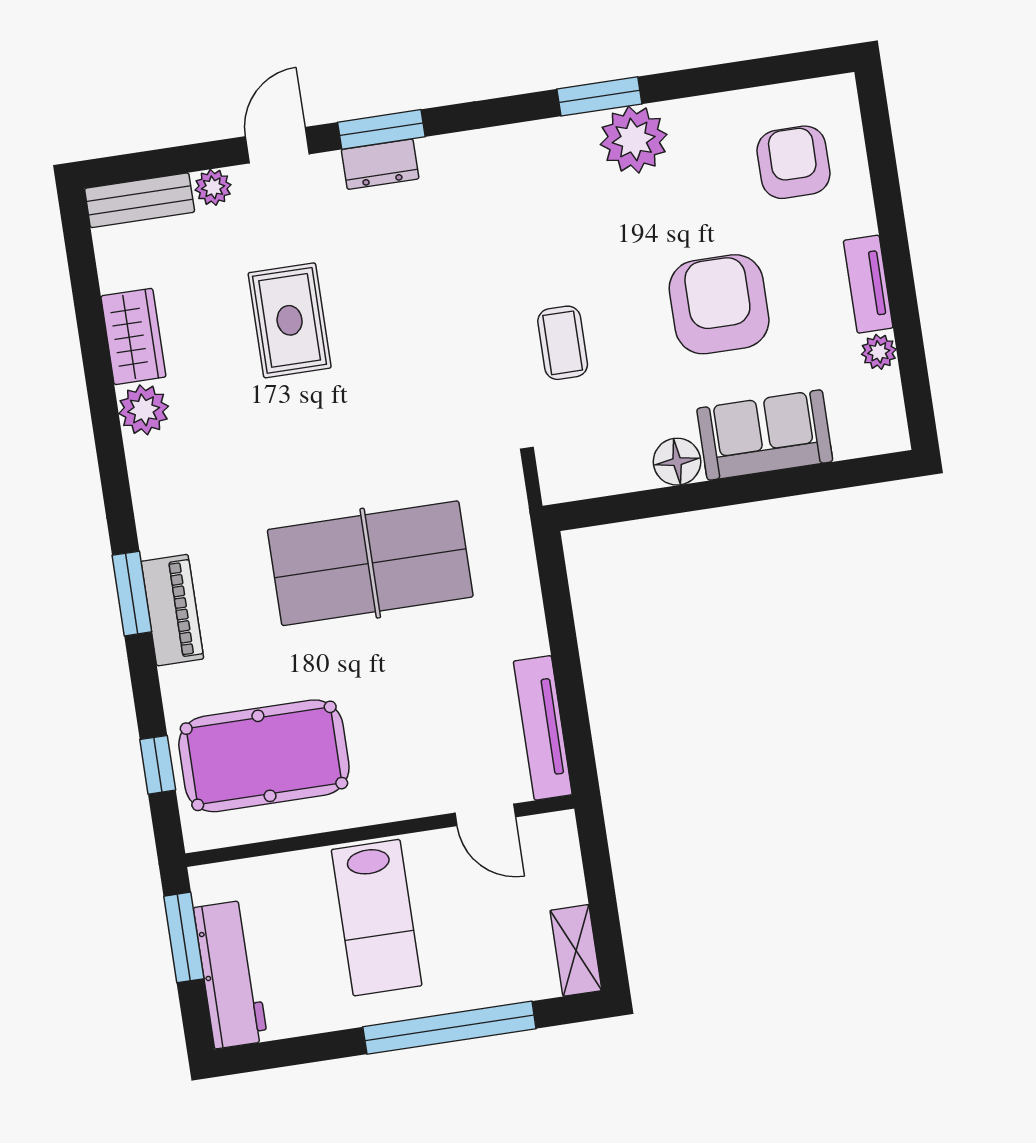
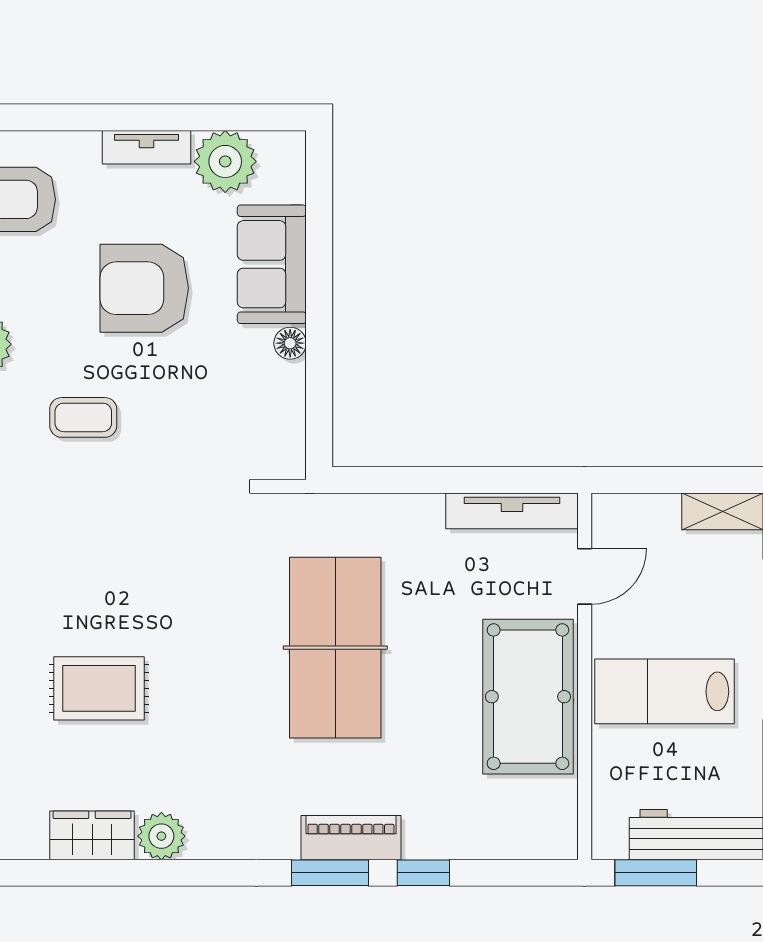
coffee table: (563, 343) -> (83, 417), moved
plant: (879, 352) -> (225, 161), width x1.87, depth x1.87
floor lamp: (677, 462) -> (290, 343), width x0.73, depth x0.73
pool table: (264, 756) -> (528, 697), moved
window: (158, 765) -> (423, 873), moved
lab bench: (377, 918) -> (664, 691), turned 180

